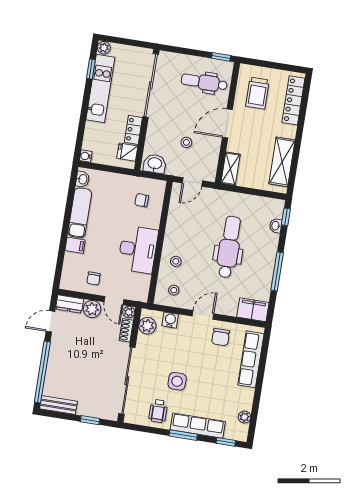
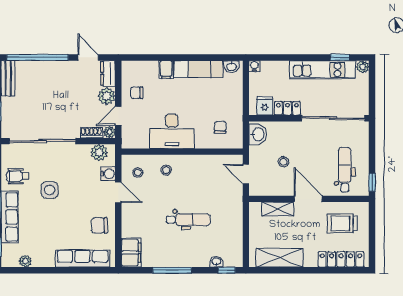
shelving: (231, 169) -> (278, 209), moved
dental chair: (229, 247) -> (188, 220), width x0.73, depth x0.72
door: (203, 315) -> (118, 192), moved

